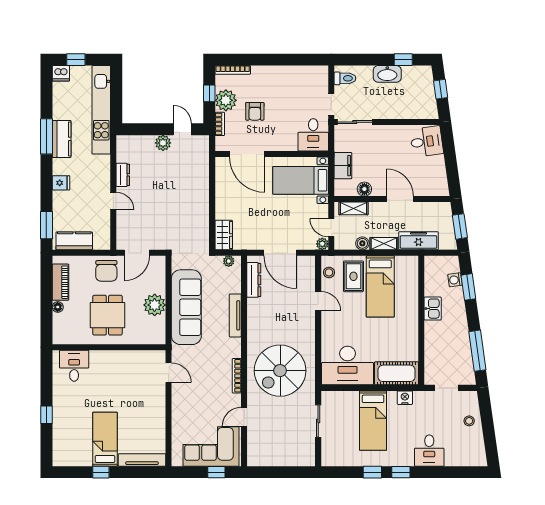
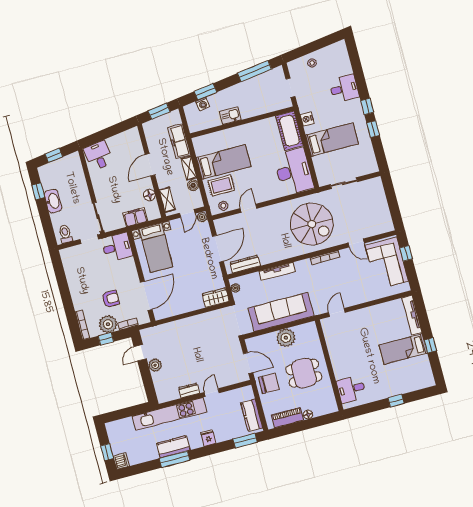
kitchen unit: (101, 110) -> (170, 414), moved

